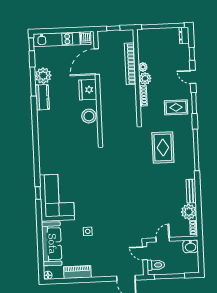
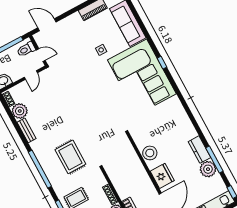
corner sofa: (57, 197) -> (142, 77), width x1.36, depth x1.36

